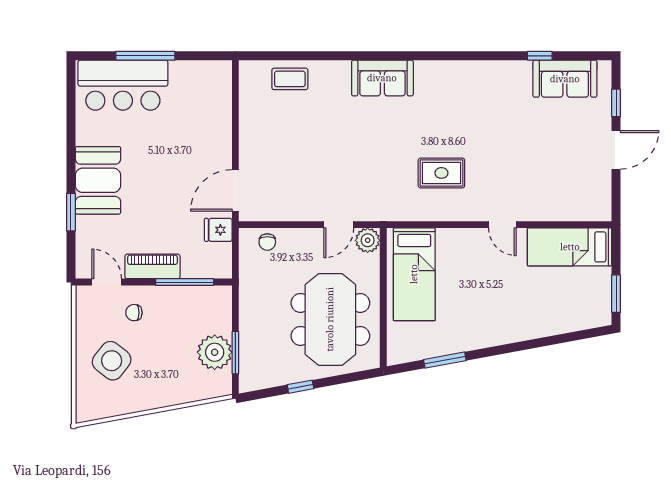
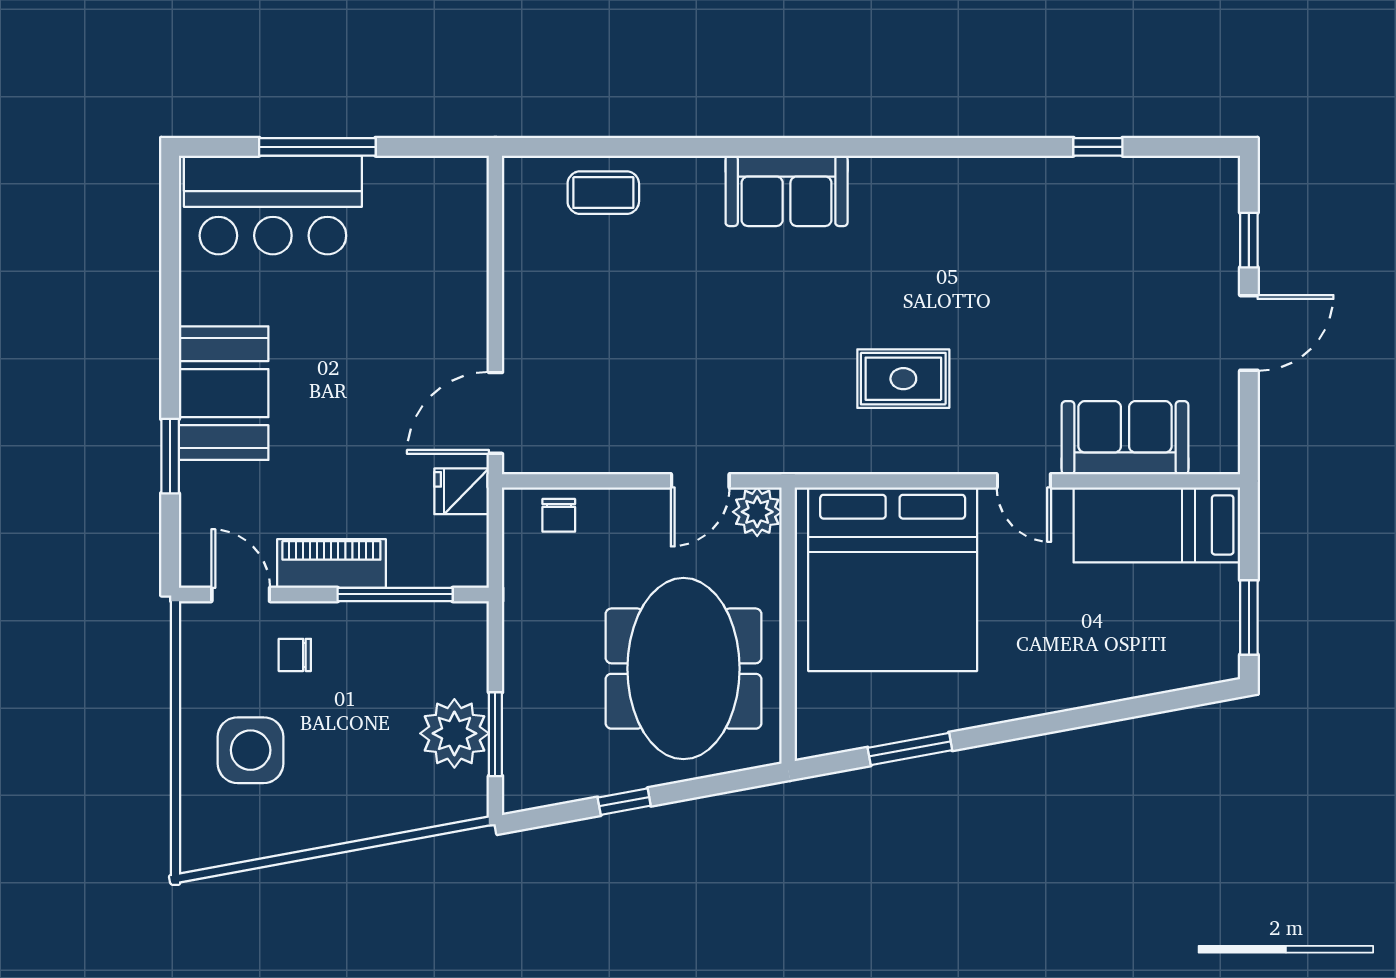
sofa: (565, 79) -> (1125, 438), moved, turned 180
bed: (414, 274) -> (893, 579), width x2.04
side table: (112, 361) -> (251, 750), turned -38

